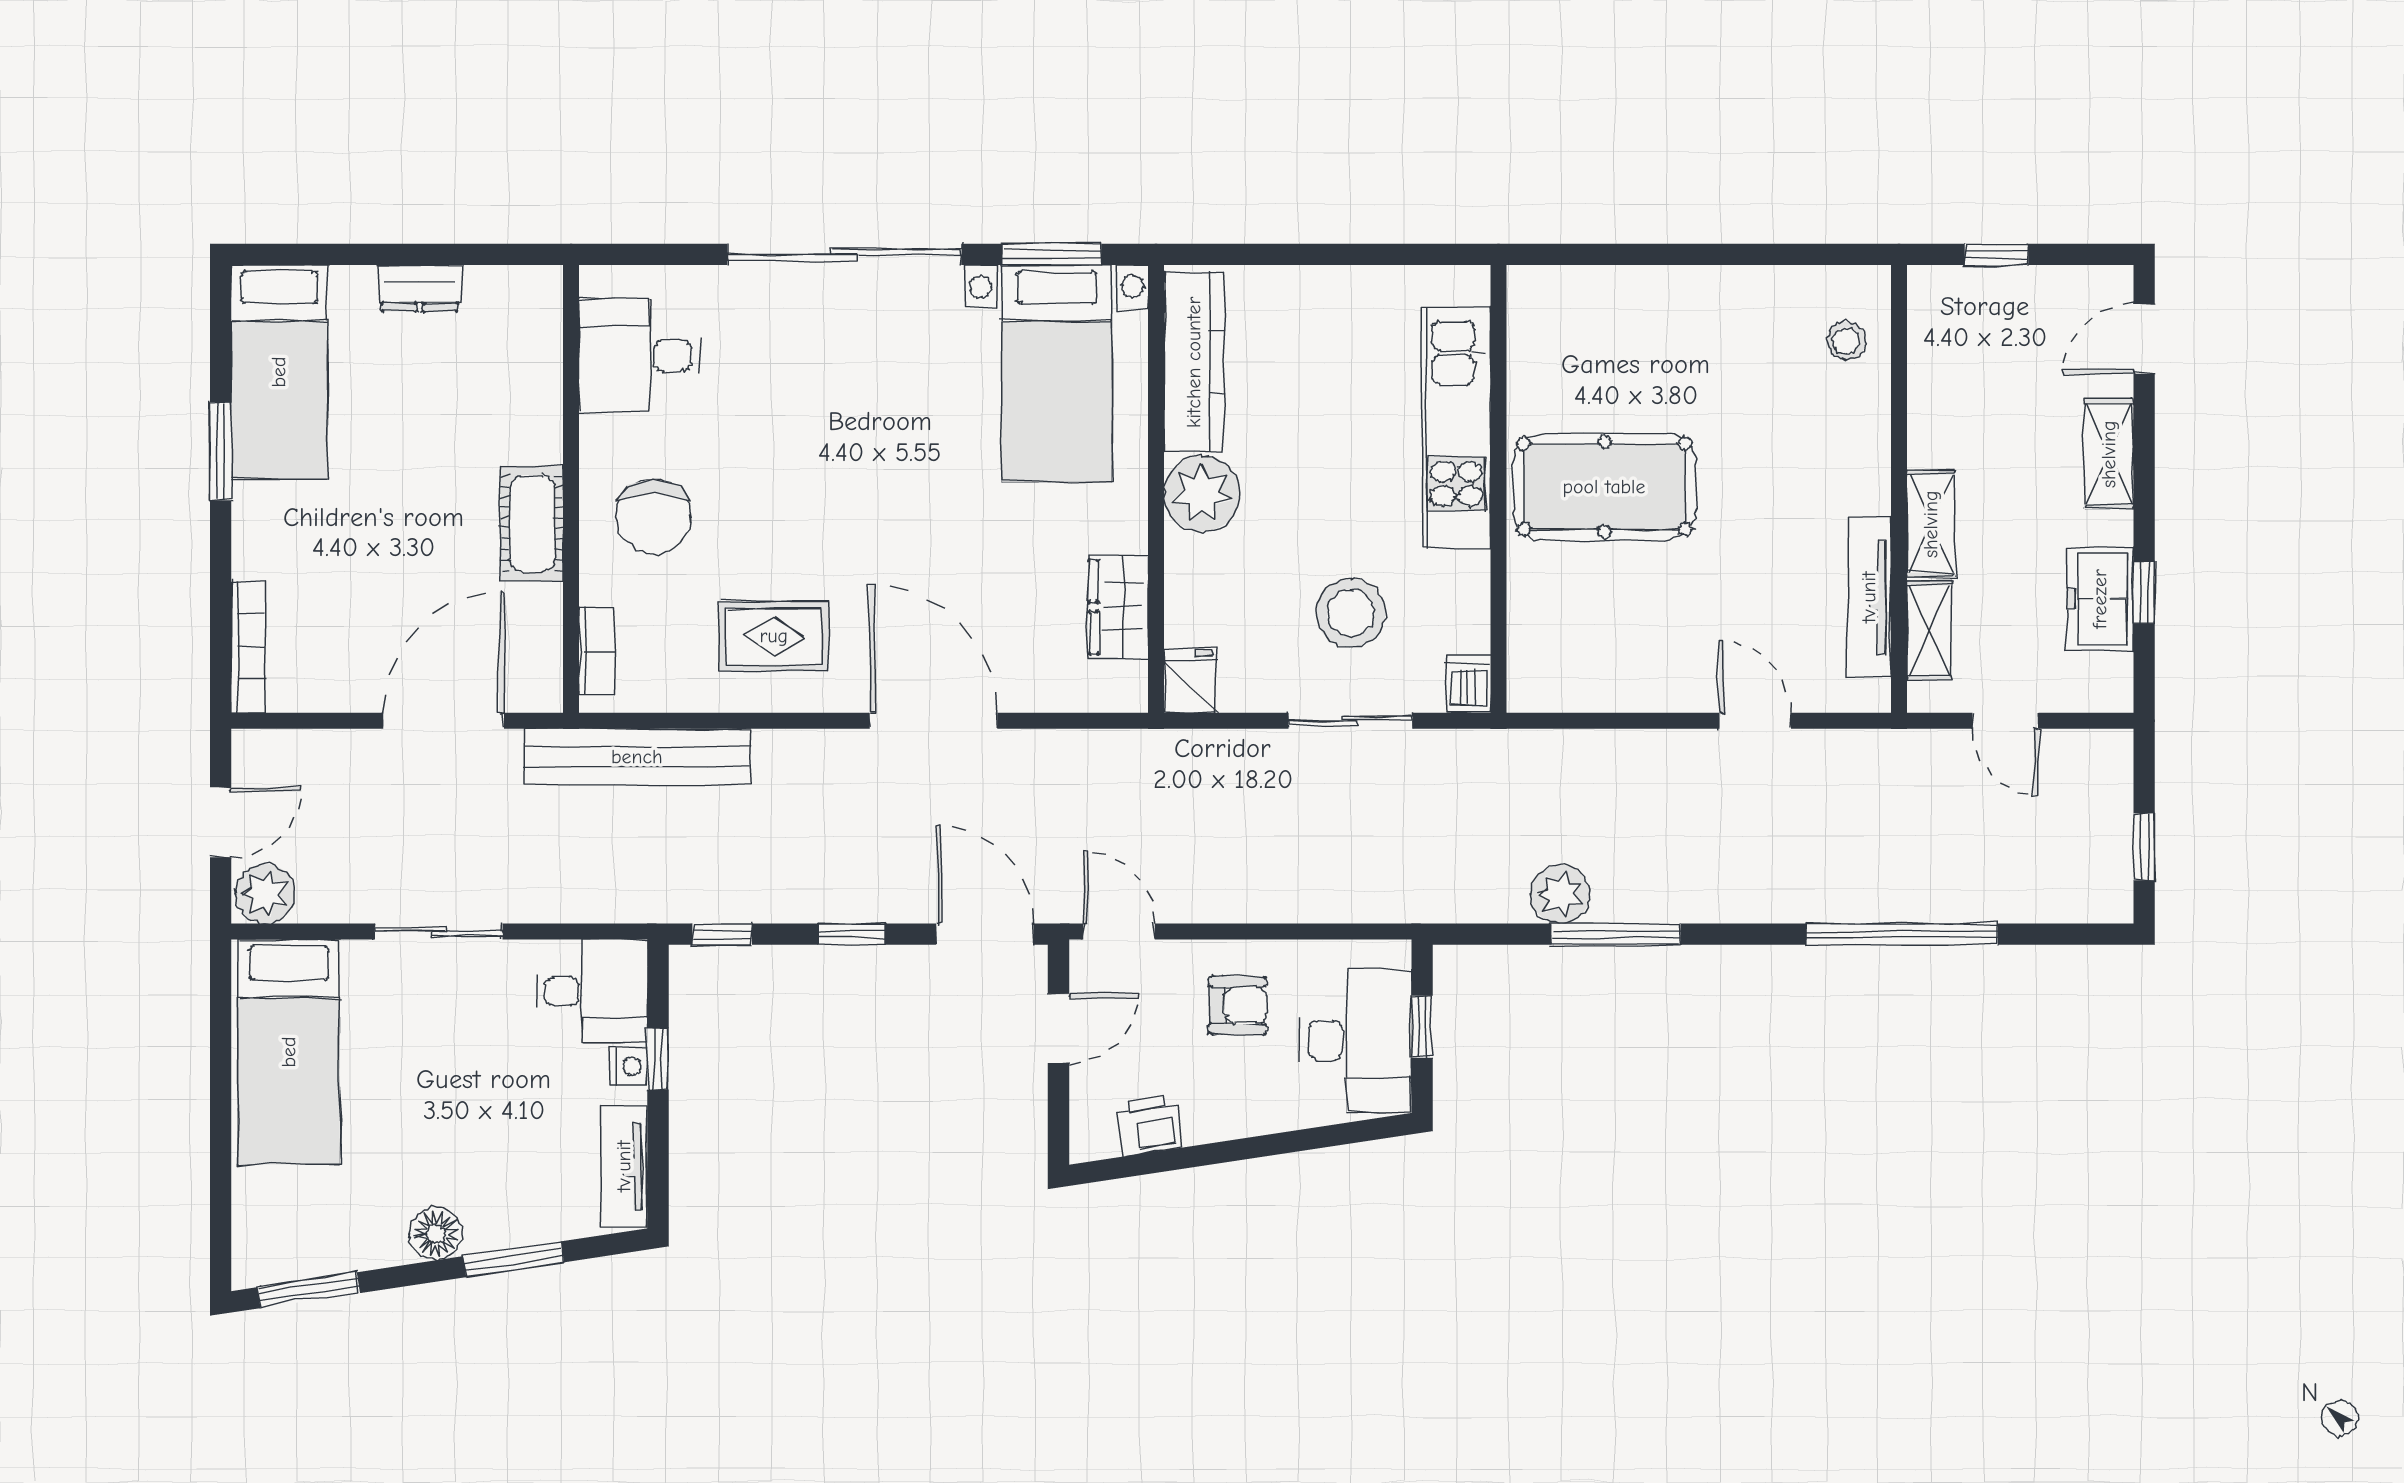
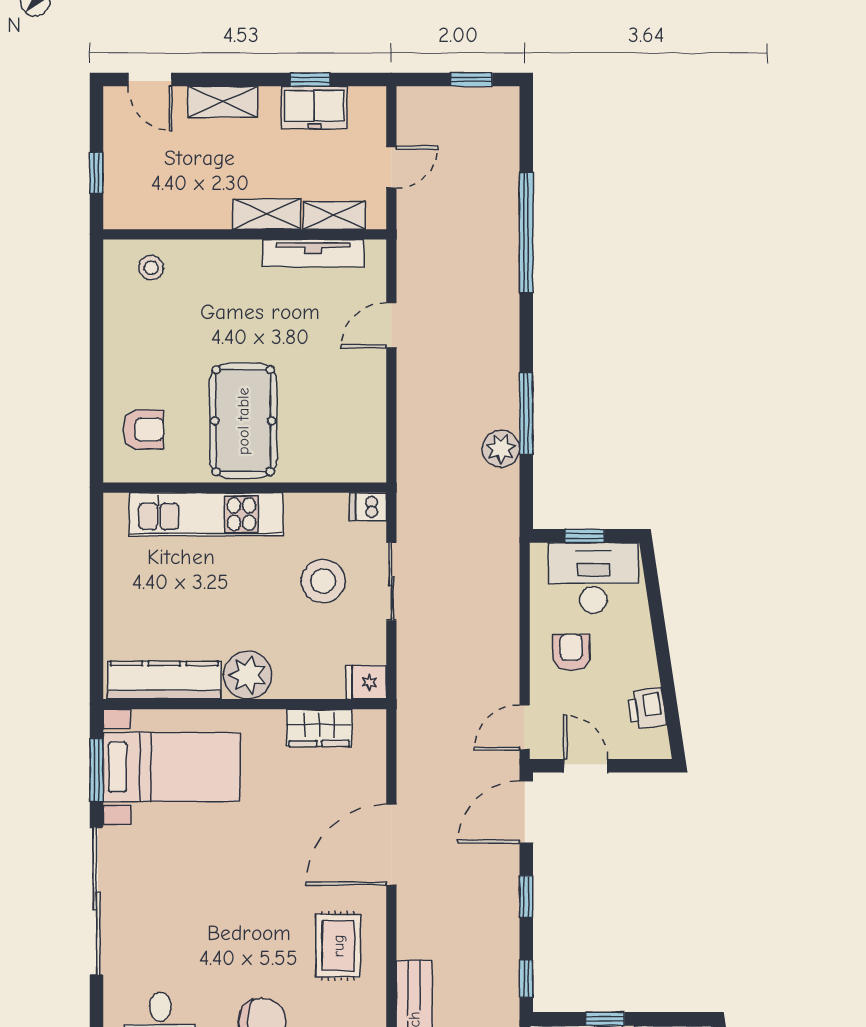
armchair: (1590, 329) -> (144, 429), added

